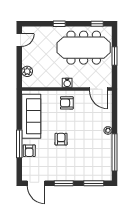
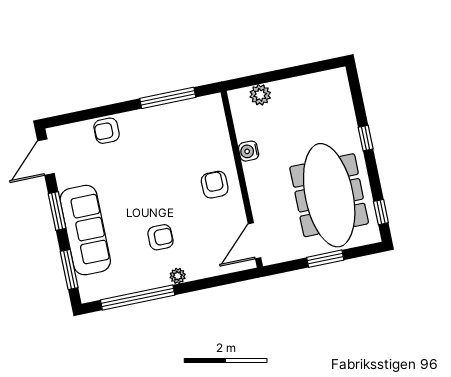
door: (19, 40) -> (318, 67), removed
water cooler: (67, 83) -> (249, 151), moved
sofa: (31, 116) -> (85, 230), moved, turned -90
armchair: (61, 139) -> (160, 237), moved
window: (19, 144) -> (168, 98), moved

